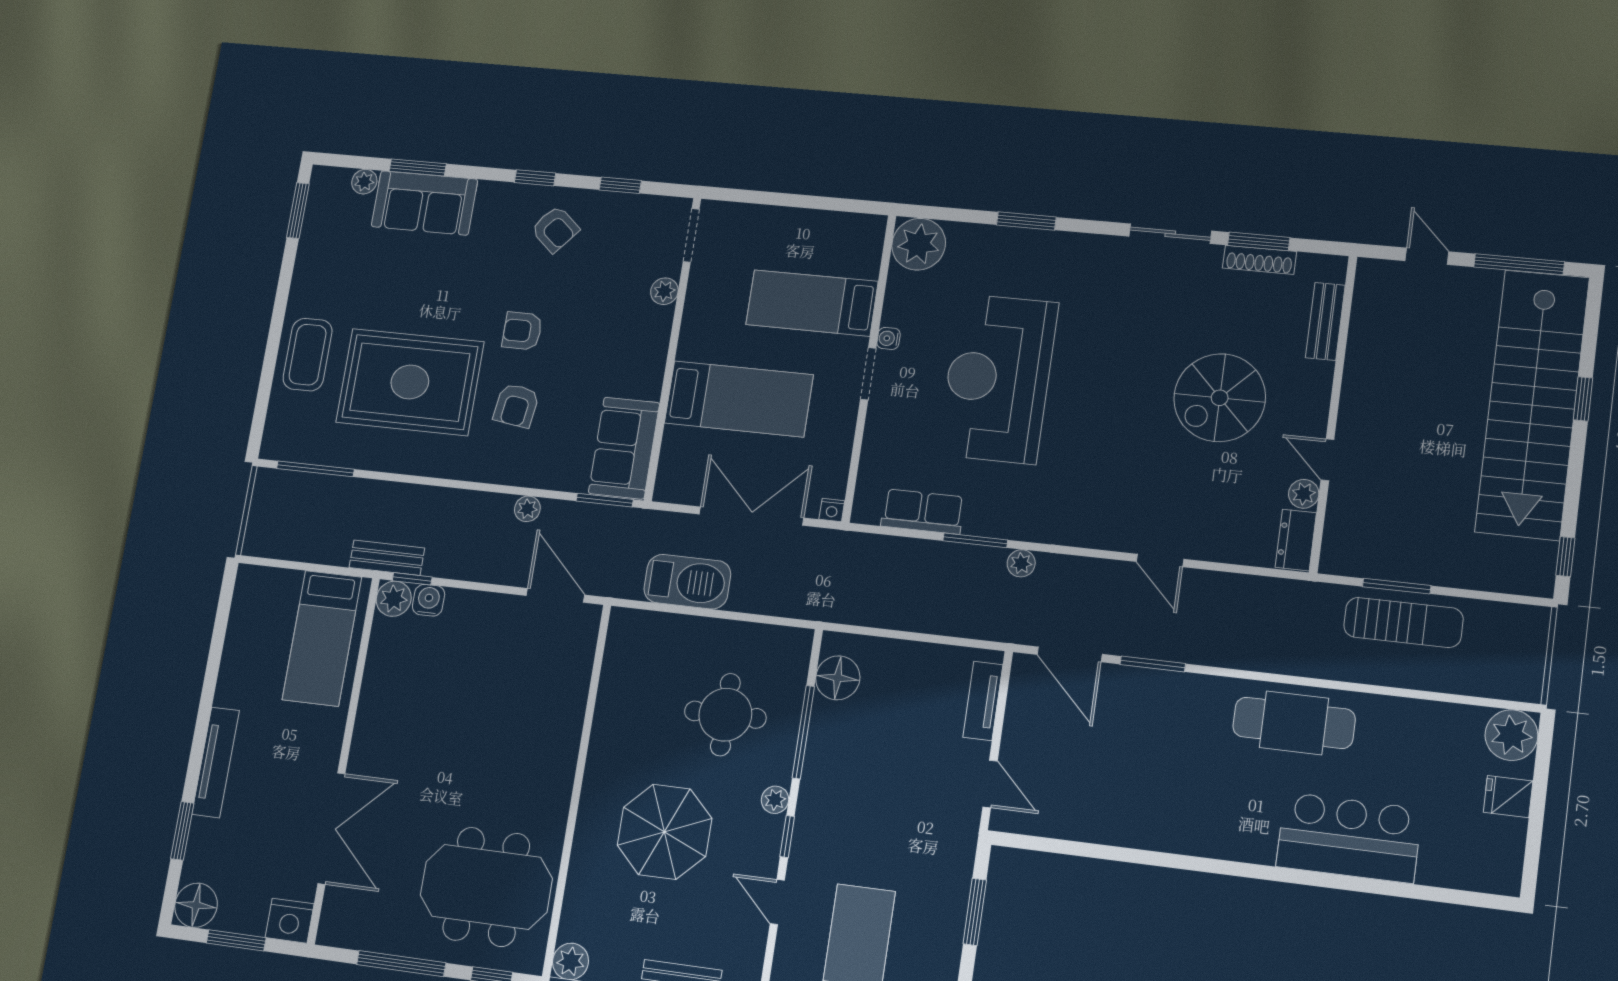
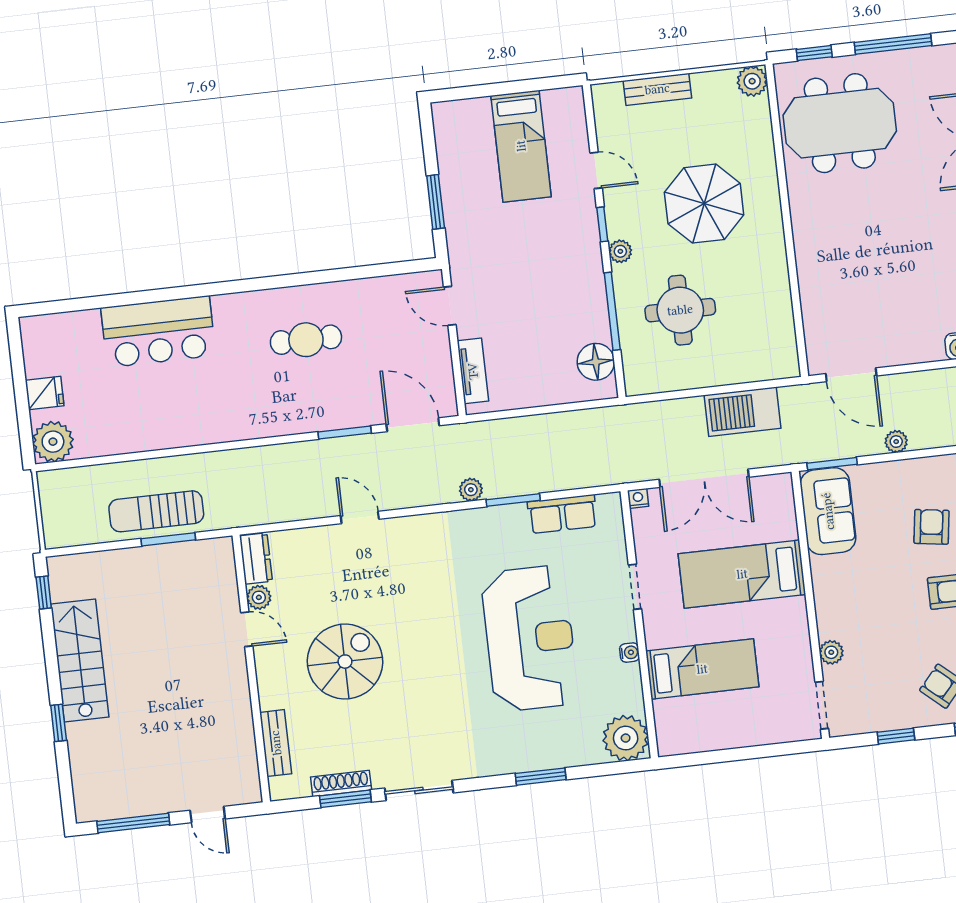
doorway: (868, 374) -> (635, 587), moved
stairs: (1532, 404) -> (80, 661), width x0.54, depth x0.66
cafe table: (1294, 723) -> (306, 340), moved, width x0.73, depth x0.74

